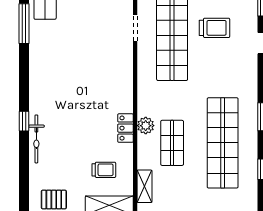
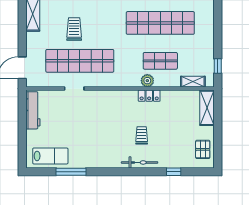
window: (24, 121) -> (174, 172), moved
bicycle: (36, 139) -> (140, 162), moved
trolley: (104, 170) -> (142, 135), moved

